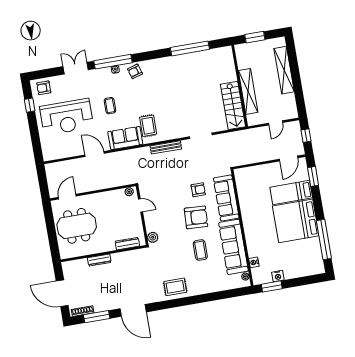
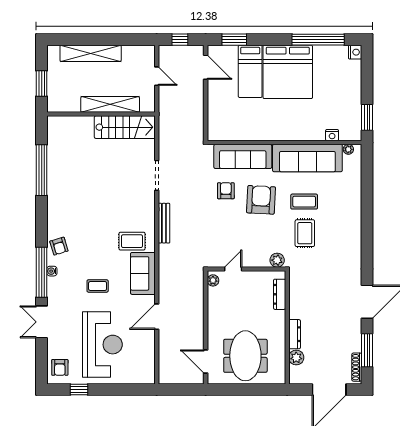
plant: (82, 264) -> (296, 358), added
nightstand: (278, 276) -> (355, 52), moved
rug: (175, 287) -> (305, 233), moved

